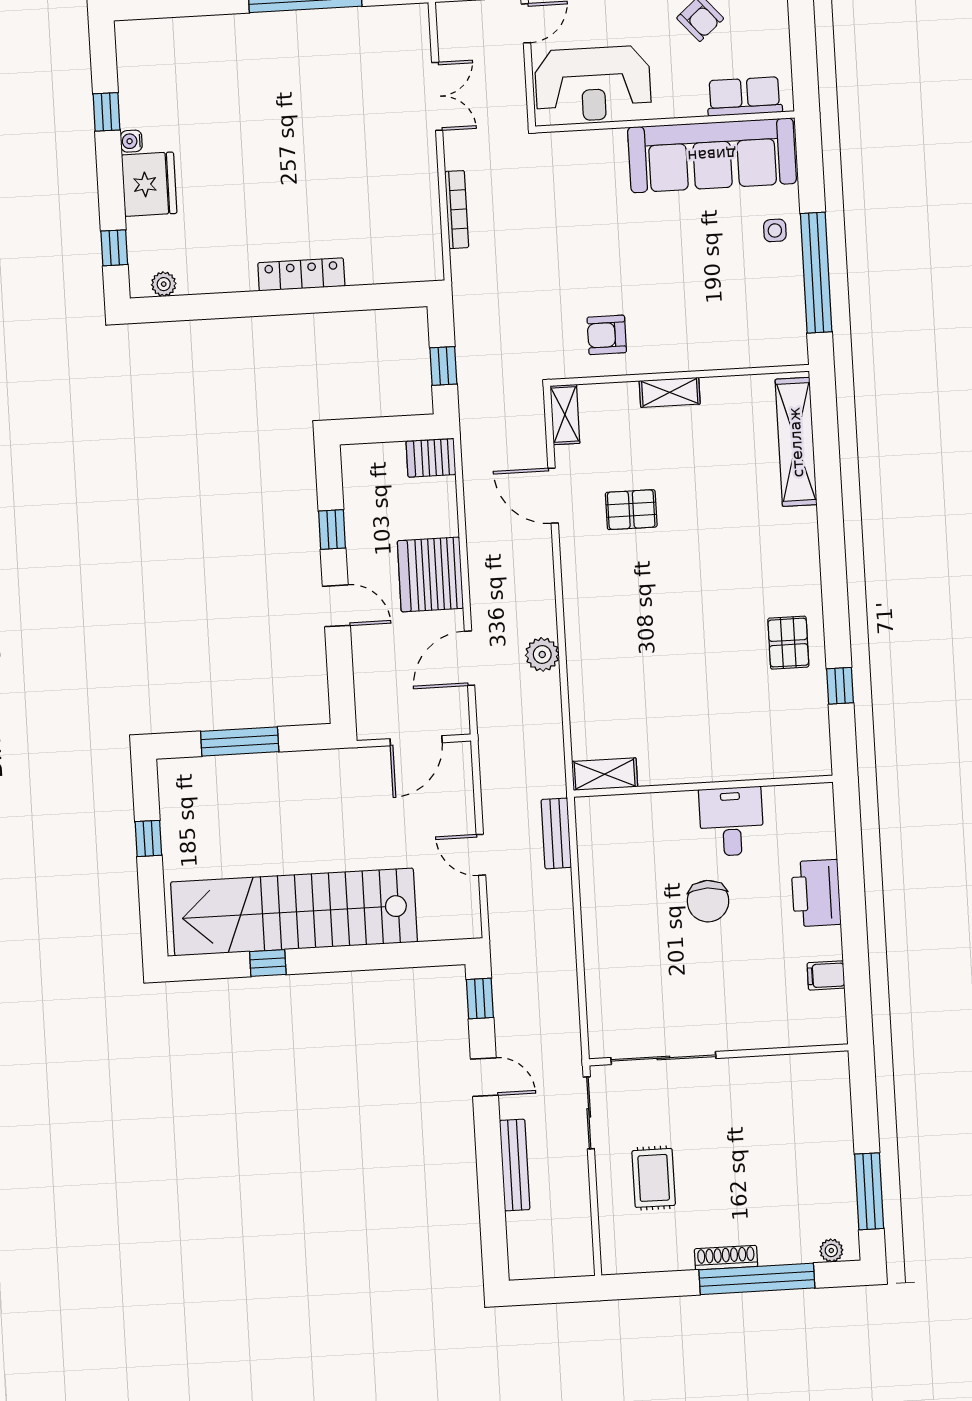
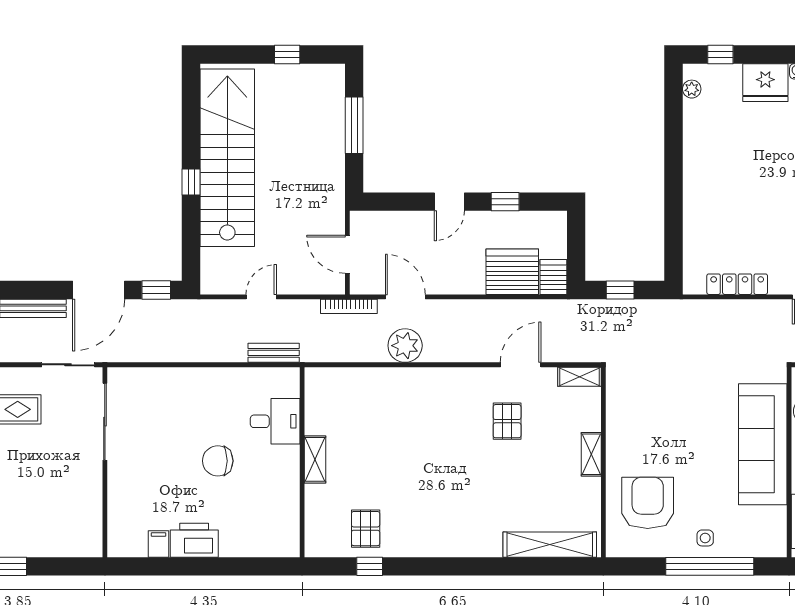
sofa: (712, 155) -> (763, 444), moved
bookcase: (457, 210) -> (349, 306), moved
window: (816, 273) -> (710, 566), moved
locker: (301, 274) -> (737, 284), moved, turned -90
armchair: (607, 335) -> (648, 503), moved, width x1.88, depth x1.88
server rack: (430, 575) -> (512, 272), moved
pallet: (788, 643) -> (366, 529), moved, turned 90
plant: (542, 654) -> (405, 346), width x1.36, depth x1.36
shelving: (605, 774) -> (315, 459), moved
desk: (731, 821) -> (275, 421), moved
printer: (816, 893) -> (194, 540), moved
window: (268, 963) -> (191, 182), moved
door: (484, 1077) -> (99, 290), width x1.87

